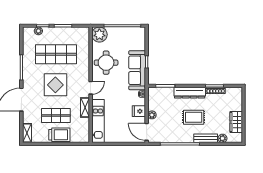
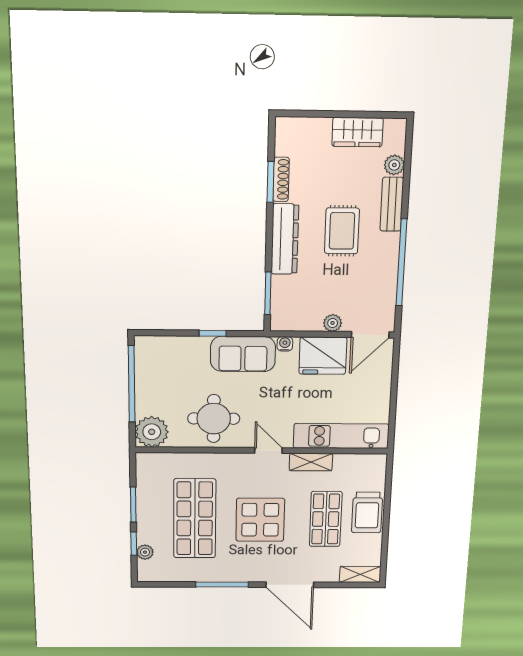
sofa: (137, 70) -> (243, 354), width x0.73
fridge: (139, 111) -> (323, 356), width x1.88, depth x1.34
trolley: (59, 135) -> (367, 512), turned 180

